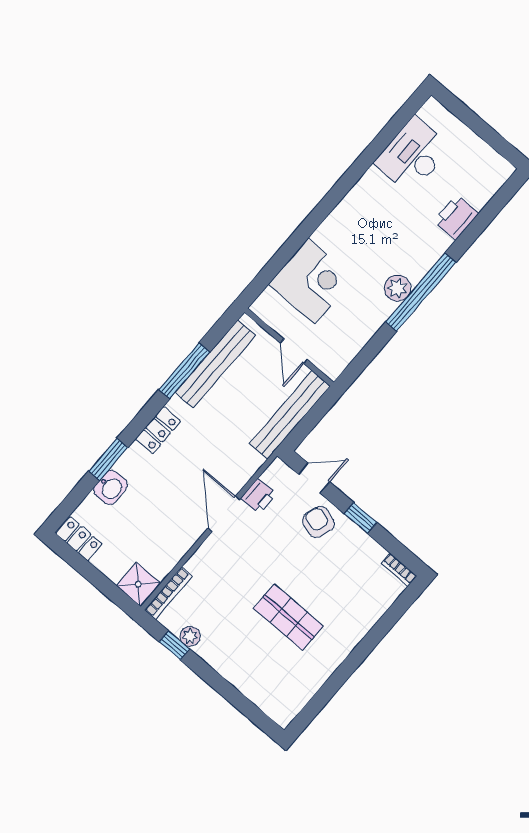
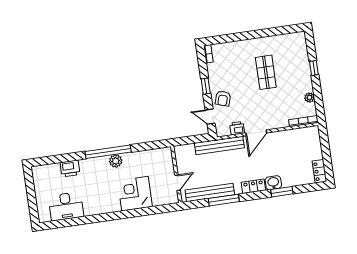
corner desk: (311, 281) -> (135, 194), moved
door: (294, 351) -> (178, 183), moved
bench: (290, 415) -> (219, 145), moved
washbasin: (111, 487) -> (273, 183), moved
shower: (138, 584) -> (312, 134), removed
window: (174, 645) -> (314, 68), moved

